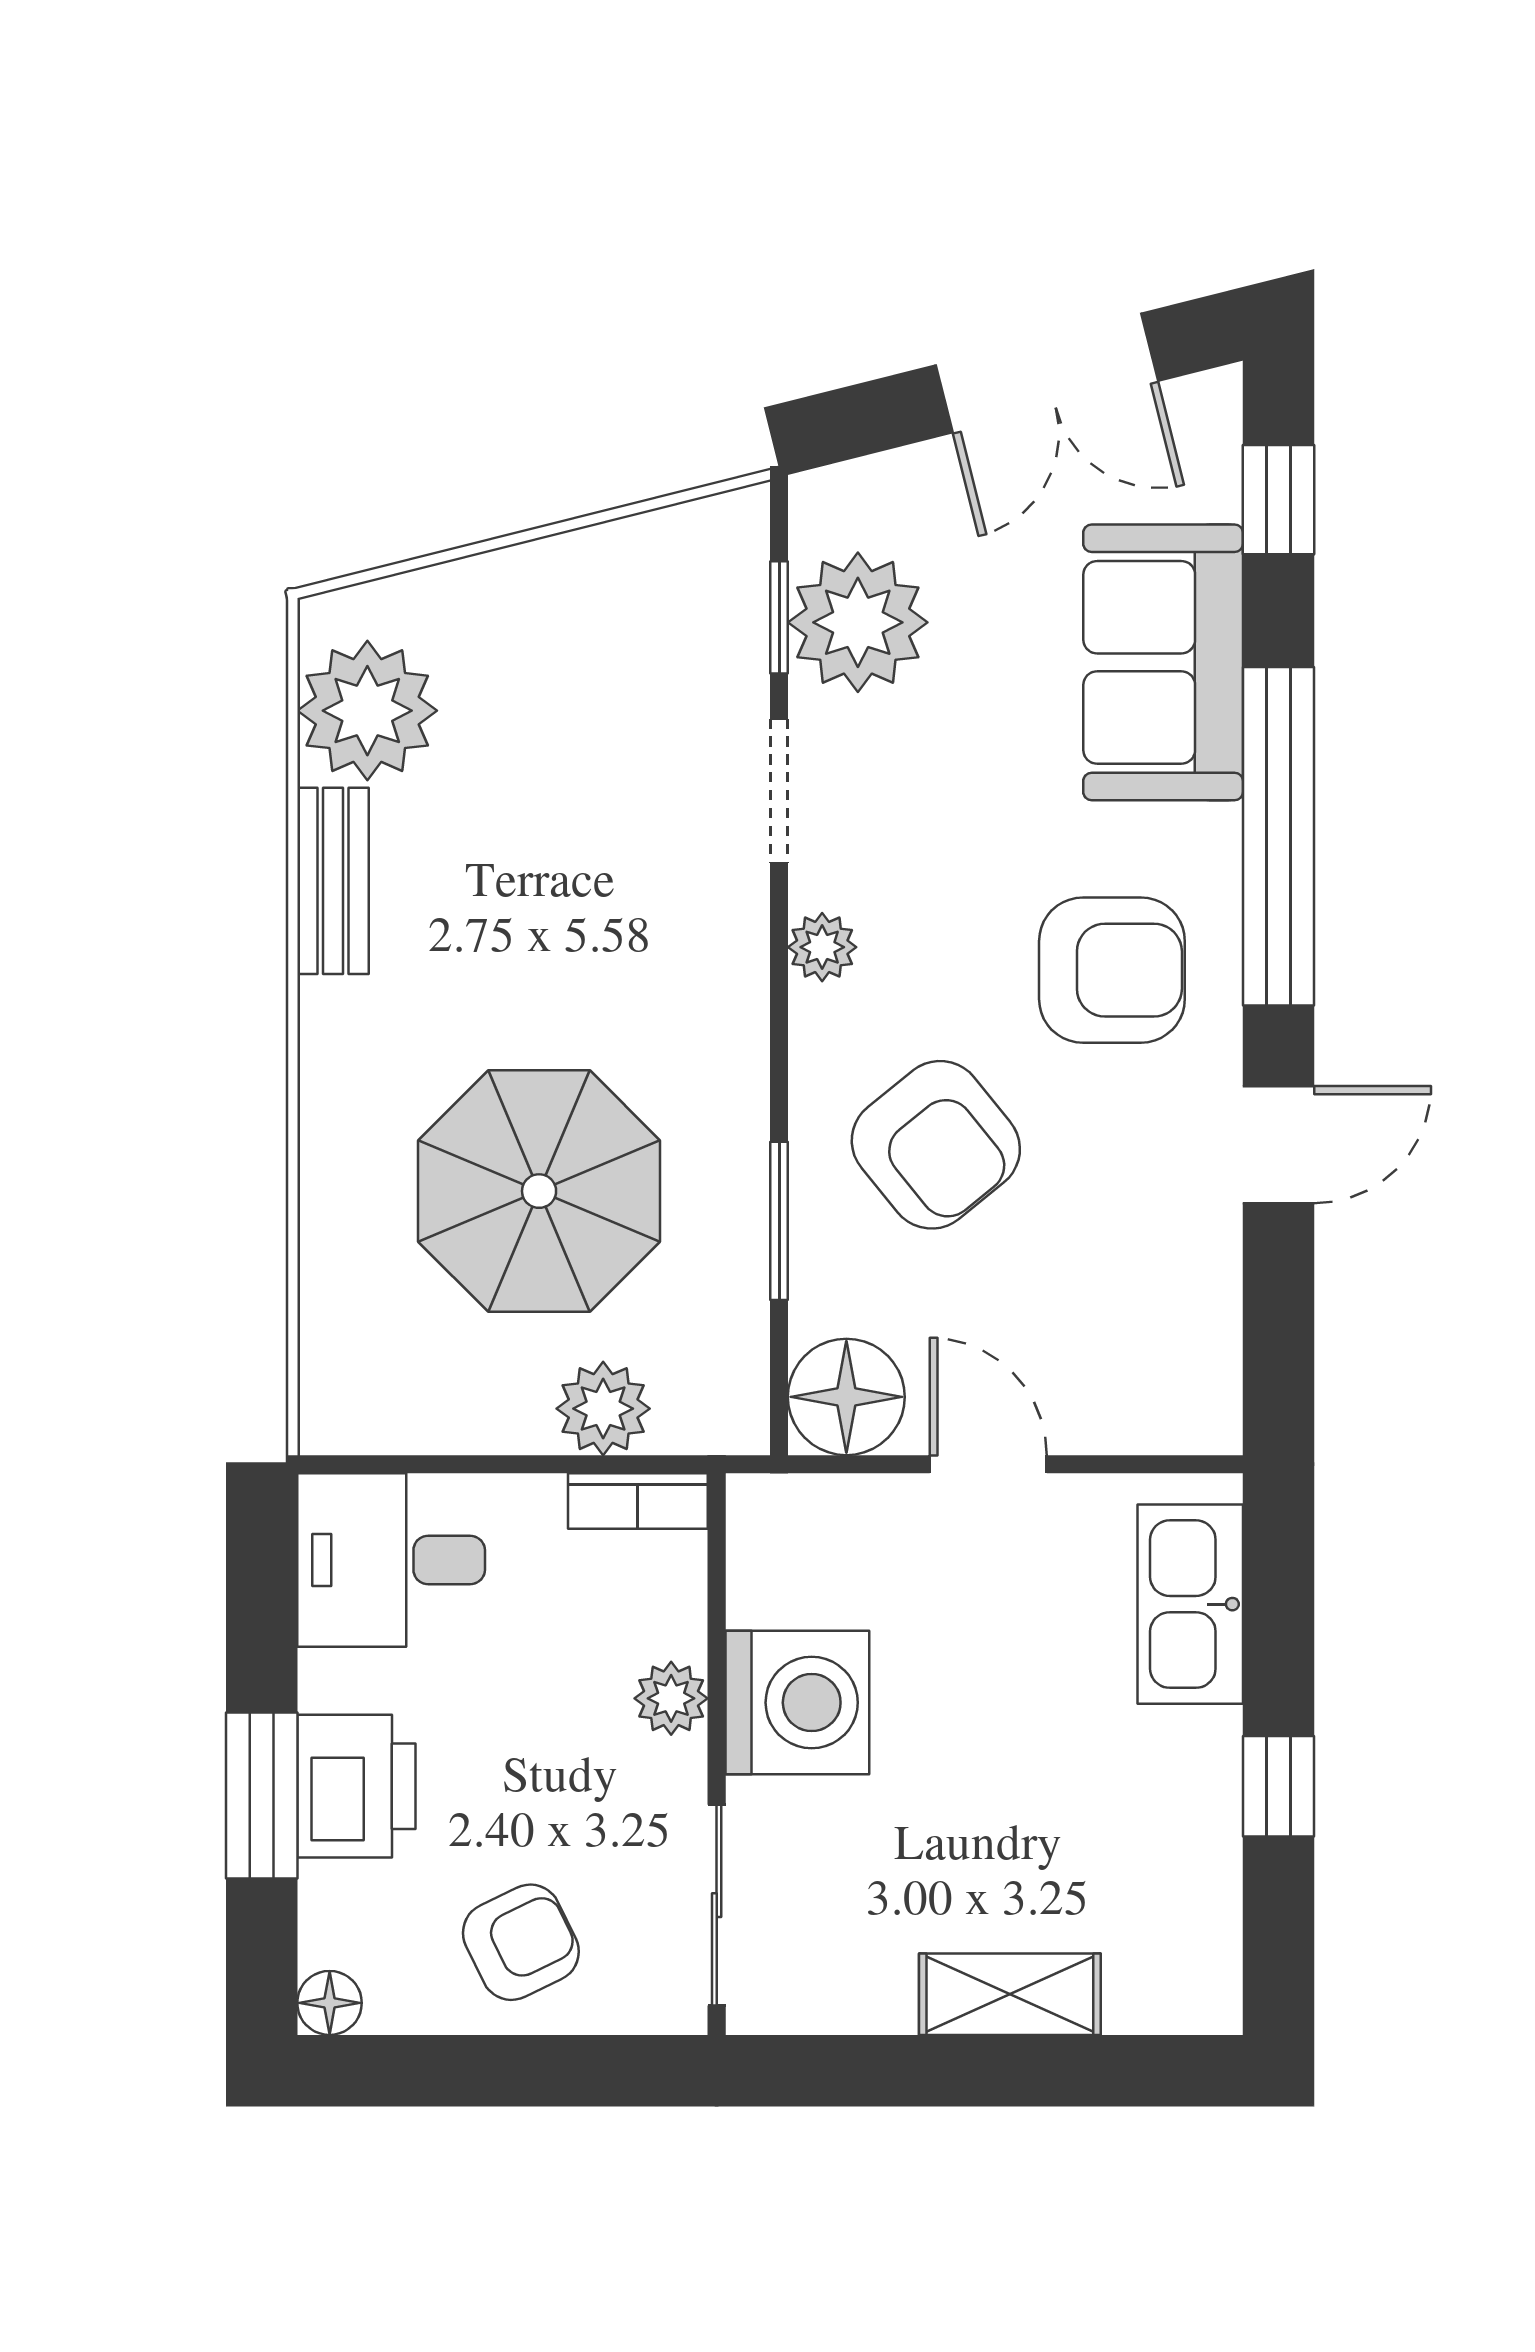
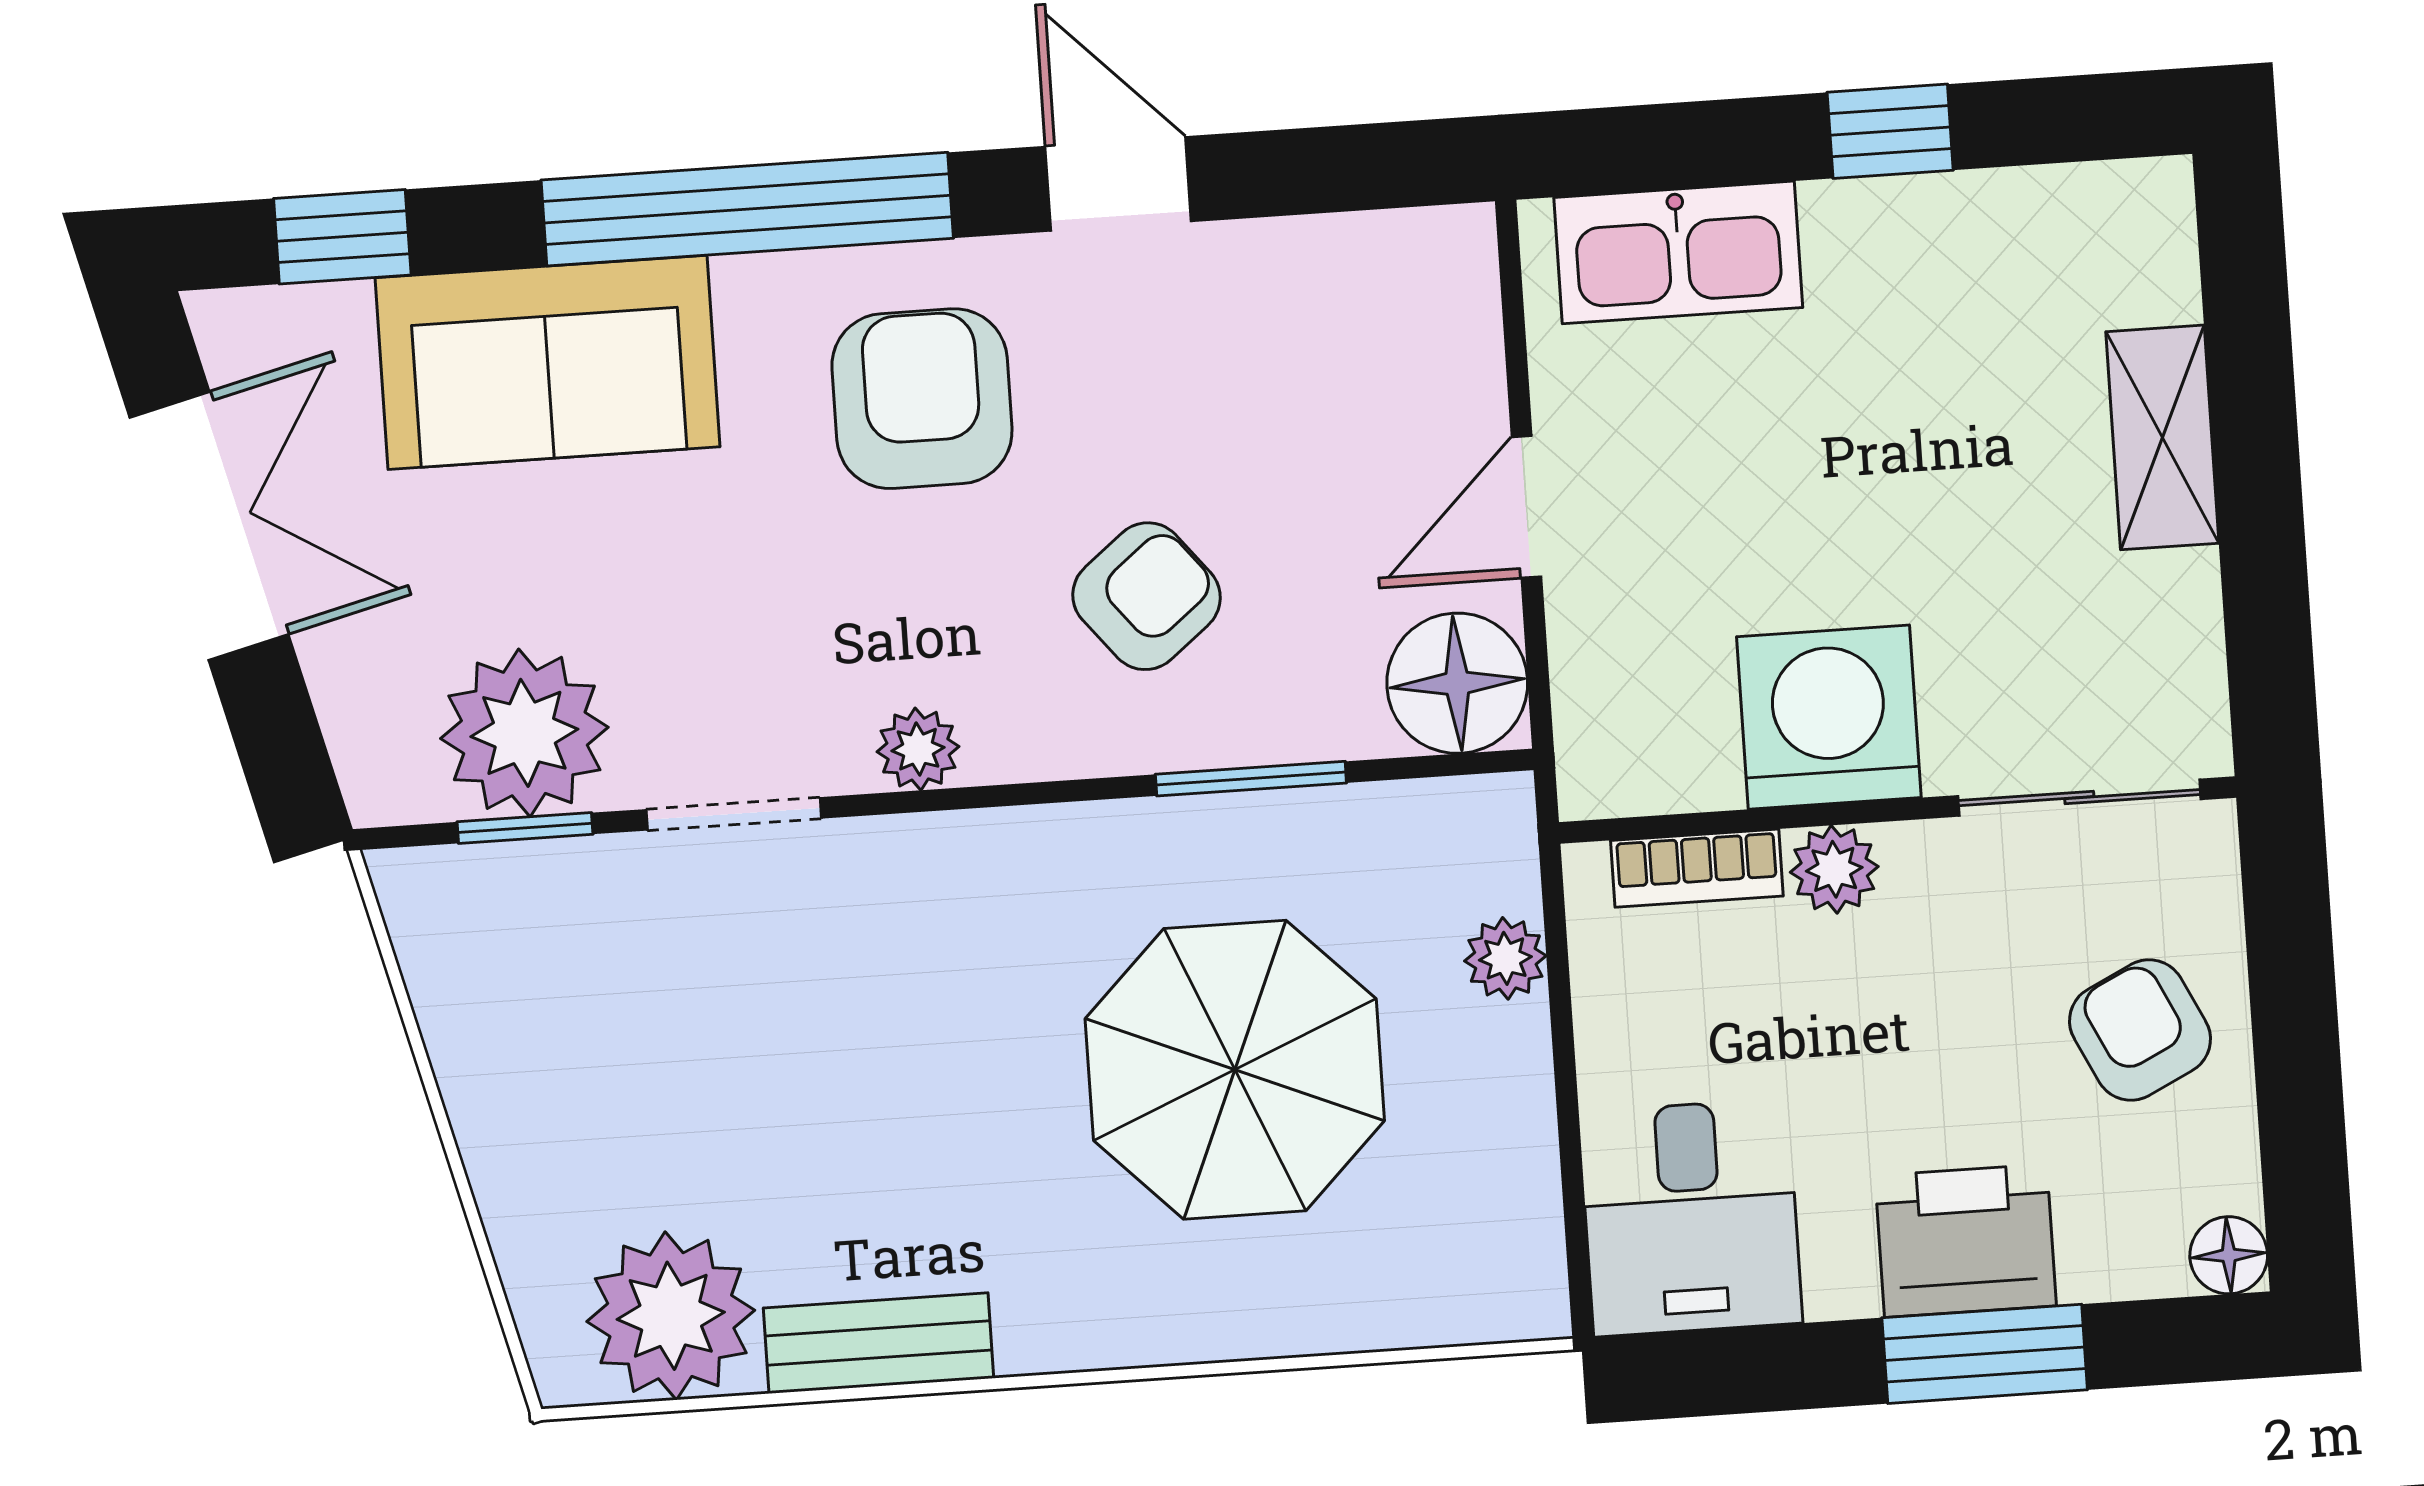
armchair: (936, 1145) -> (1147, 596), width x0.72, depth x0.72
plant: (603, 1409) -> (1505, 958), width x0.73, depth x0.73
bookcase: (638, 1501) -> (1697, 868), moved, turned 90

